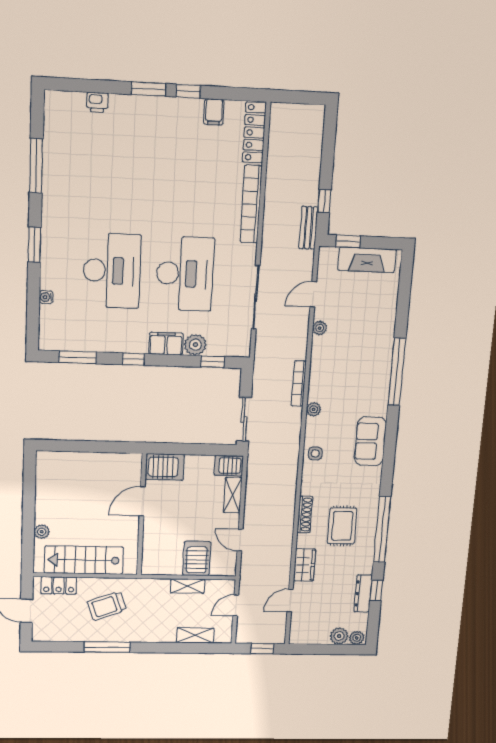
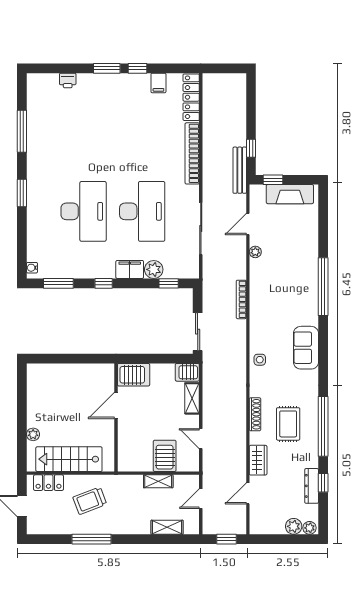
bench: (308, 228) -> (240, 170), width x1.36
water cooler: (46, 297) -> (32, 268), moved
plant: (314, 409) -> (255, 321), removed

